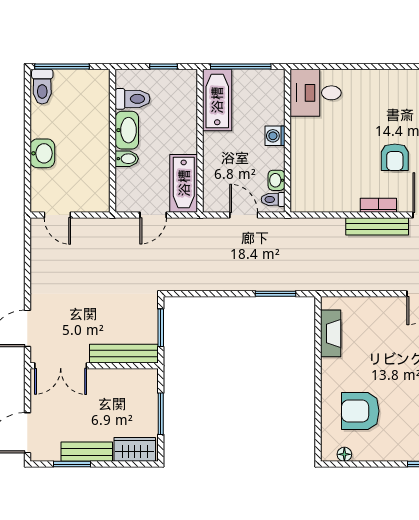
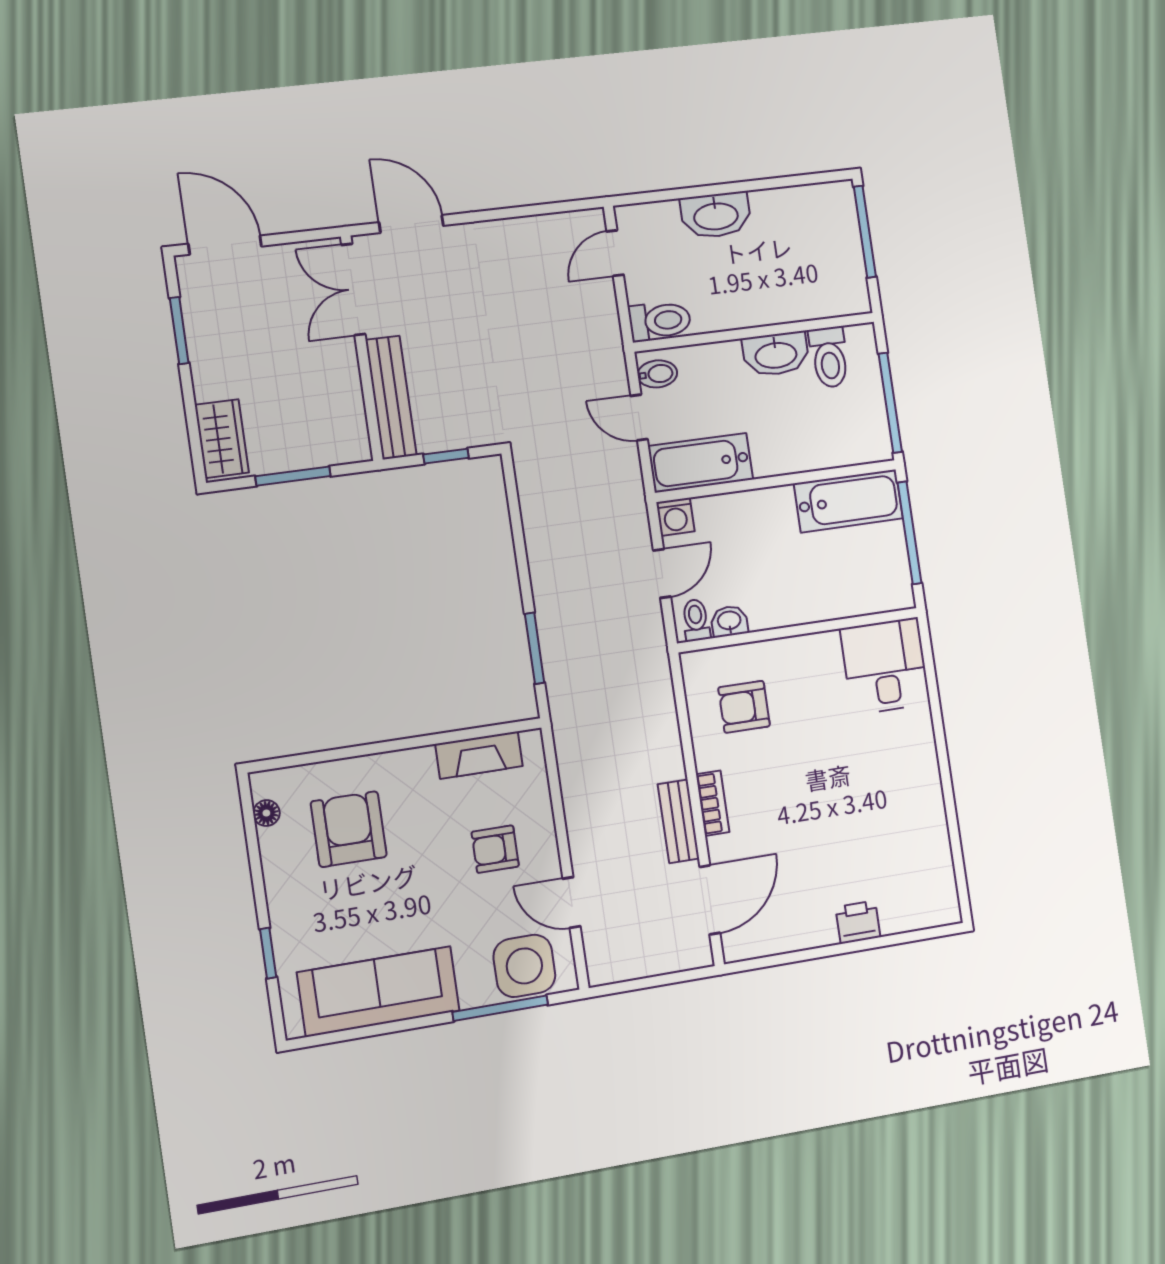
window: (164, 67) -> (890, 403), width x2.17
toilet: (42, 87) -> (660, 321), moved, turned 180
washing machine: (275, 136) -> (675, 517), moved, turned 180
washbasin: (42, 153) -> (716, 215), width x1.38
armchair: (395, 157) -> (744, 707), moved
bidet: (127, 159) -> (657, 374), moved, turned -90
bench: (377, 226) -> (678, 821), width x0.73
window: (161, 328) -> (446, 456), width x0.67
armchair: (384, 332) -> (495, 849), added
bench: (87, 452) -> (205, 354), removed

